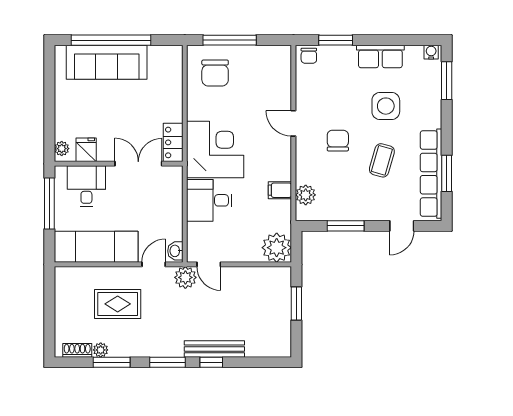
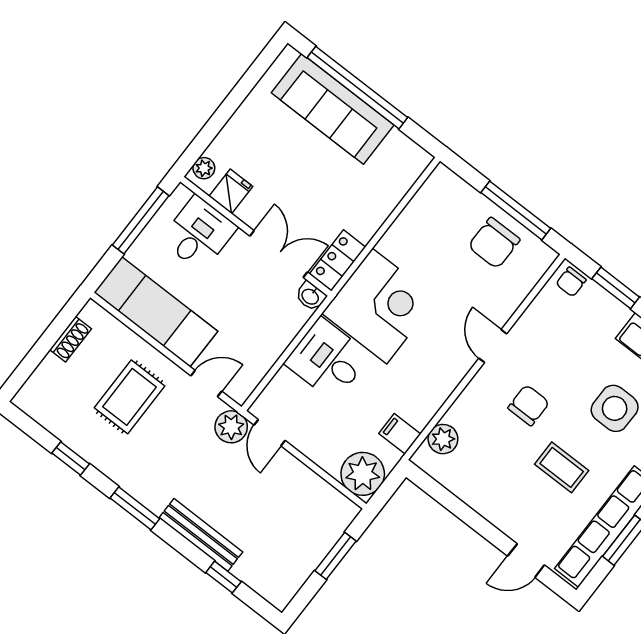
window: (230, 40) -> (516, 210), moved
chair: (215, 73) -> (494, 243), moved
coffee table: (382, 160) -> (562, 467), turned 74
filing cabinet: (280, 190) -> (400, 434), moved
window: (346, 226) -> (461, 510), removed
washbasin: (175, 251) -> (311, 296), moved, turned -90
rug: (118, 304) -> (130, 397), turned 90
shoe rack: (77, 350) -> (71, 339), moved, turned 90
plant: (101, 350) -> (69, 435), removed
window: (112, 362) -> (71, 458), width x0.67
window: (211, 362) -> (223, 577), moved

